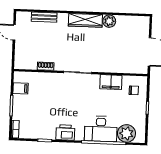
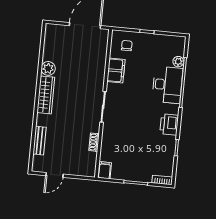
filing cabinet: (21, 88) -> (105, 170), moved
plant: (126, 133) -> (178, 62), width x0.53, depth x0.53

